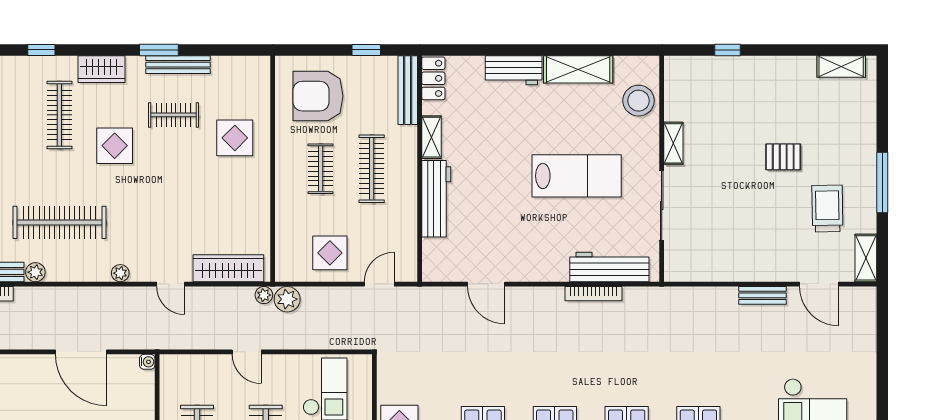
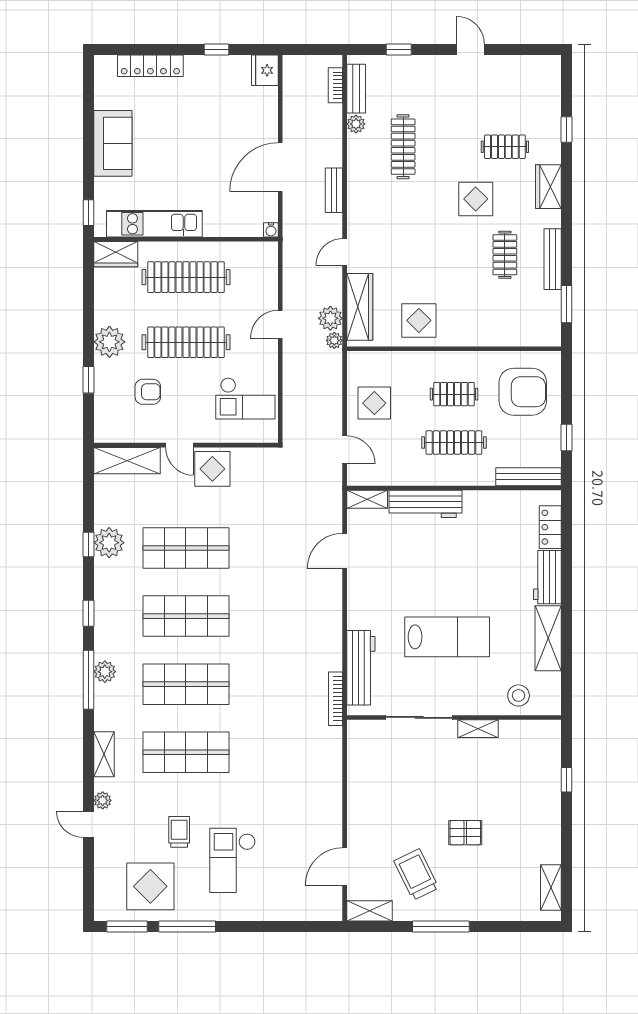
window: (159, 50) -> (567, 304), moved
locker: (433, 78) -> (550, 527), moved, turned 90
armchair: (318, 96) -> (523, 392), turned 90
stool: (639, 101) -> (519, 695), width x0.73, depth x0.73
clothes rail: (59, 115) -> (505, 147), width x0.73
shelving: (431, 137) -> (367, 499), moved
display table: (235, 138) -> (419, 320), moved
pallet: (783, 157) -> (465, 833), turned 90
lab bench: (577, 176) -> (447, 637), turned -90
trolley: (827, 209) -> (416, 874), turned -115
clothes rail: (59, 222) -> (403, 147), width x0.73, depth x0.76
plant: (120, 273) -> (355, 204), removed
bookcase: (594, 294) -> (336, 699), moved
bench: (763, 295) -> (334, 190), moved
plant: (287, 299) -> (330, 318), moved

